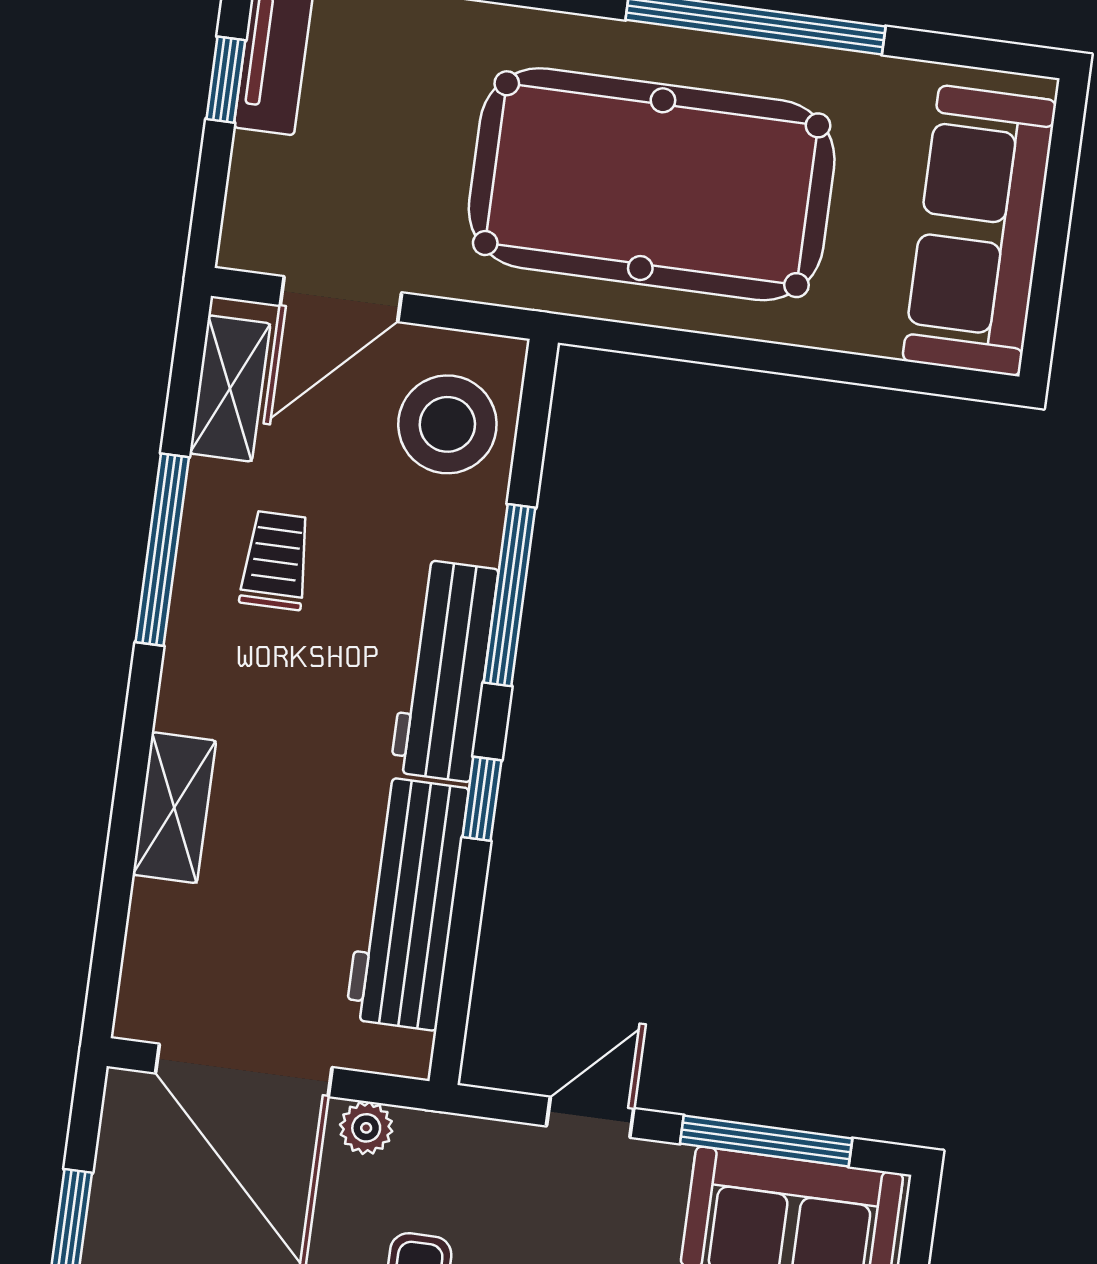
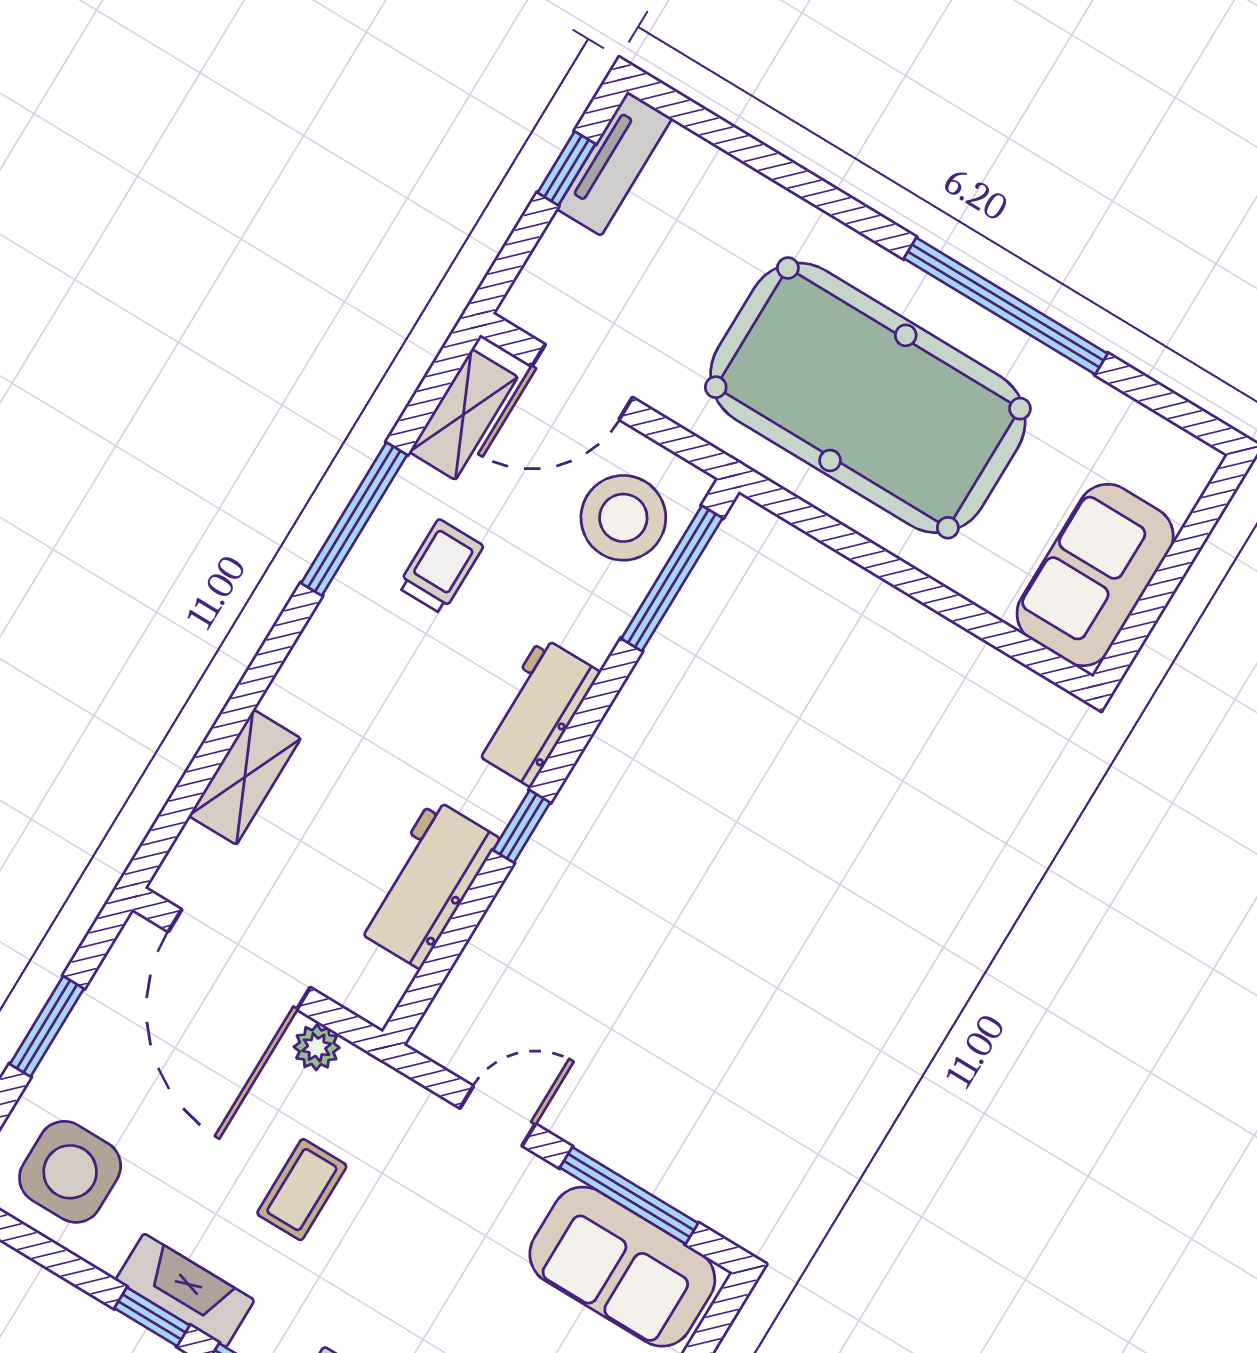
sofa: (979, 231) -> (1095, 575), width x0.73
window: (509, 595) -> (672, 578), moved
workbench: (444, 671) -> (536, 712), width x0.73
shelving: (174, 808) -> (245, 777), moved
workbench: (407, 903) -> (426, 884), width x0.73

